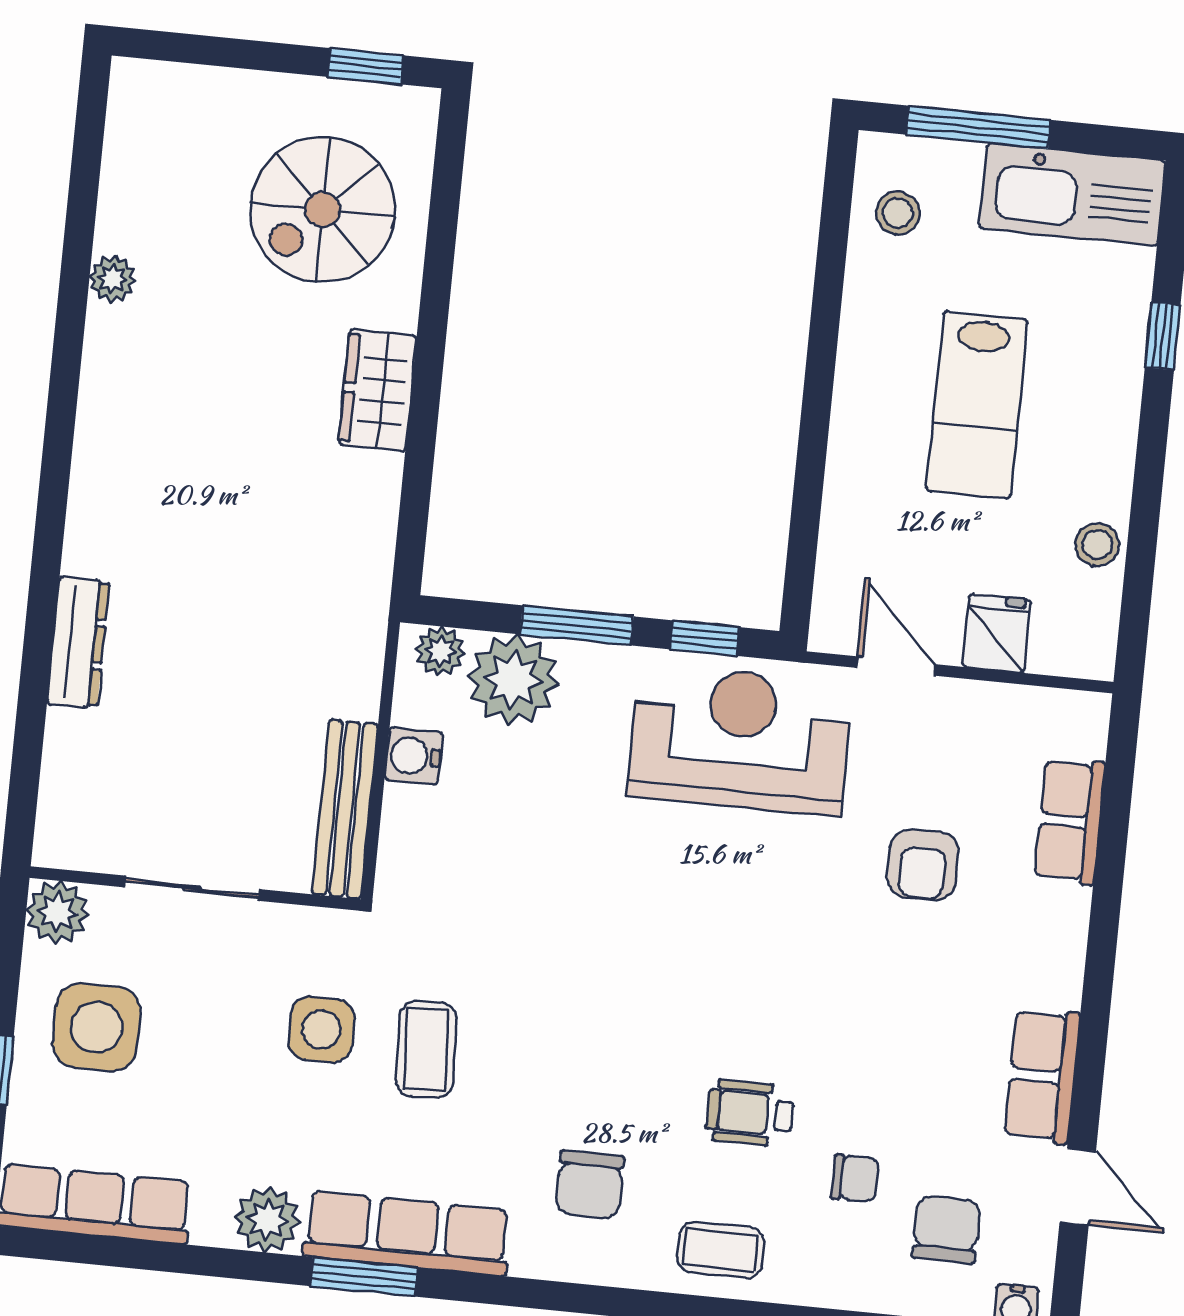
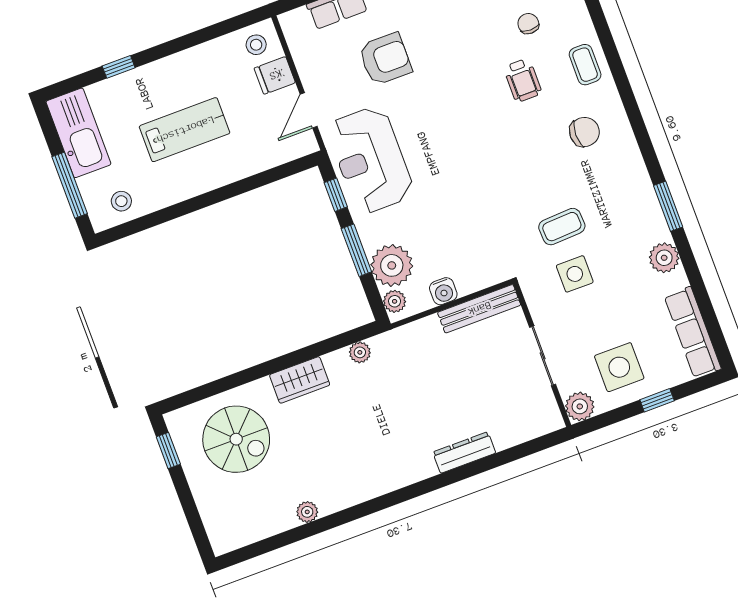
plant: (374, 534) -> (360, 352), added
stool: (1097, 544) -> (256, 45), moved
armchair: (923, 865) -> (385, 59), width x1.38, depth x1.38
row of seats: (407, 1233) -> (642, 197), removed

